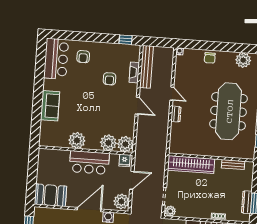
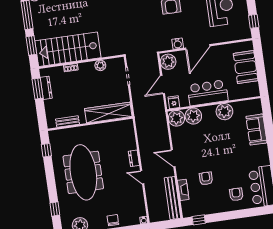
sofa: (50, 106) -> (256, 130), moved
booth: (50, 195) -> (246, 67), moved, turned 90
plant: (170, 211) -> (100, 65), moved

